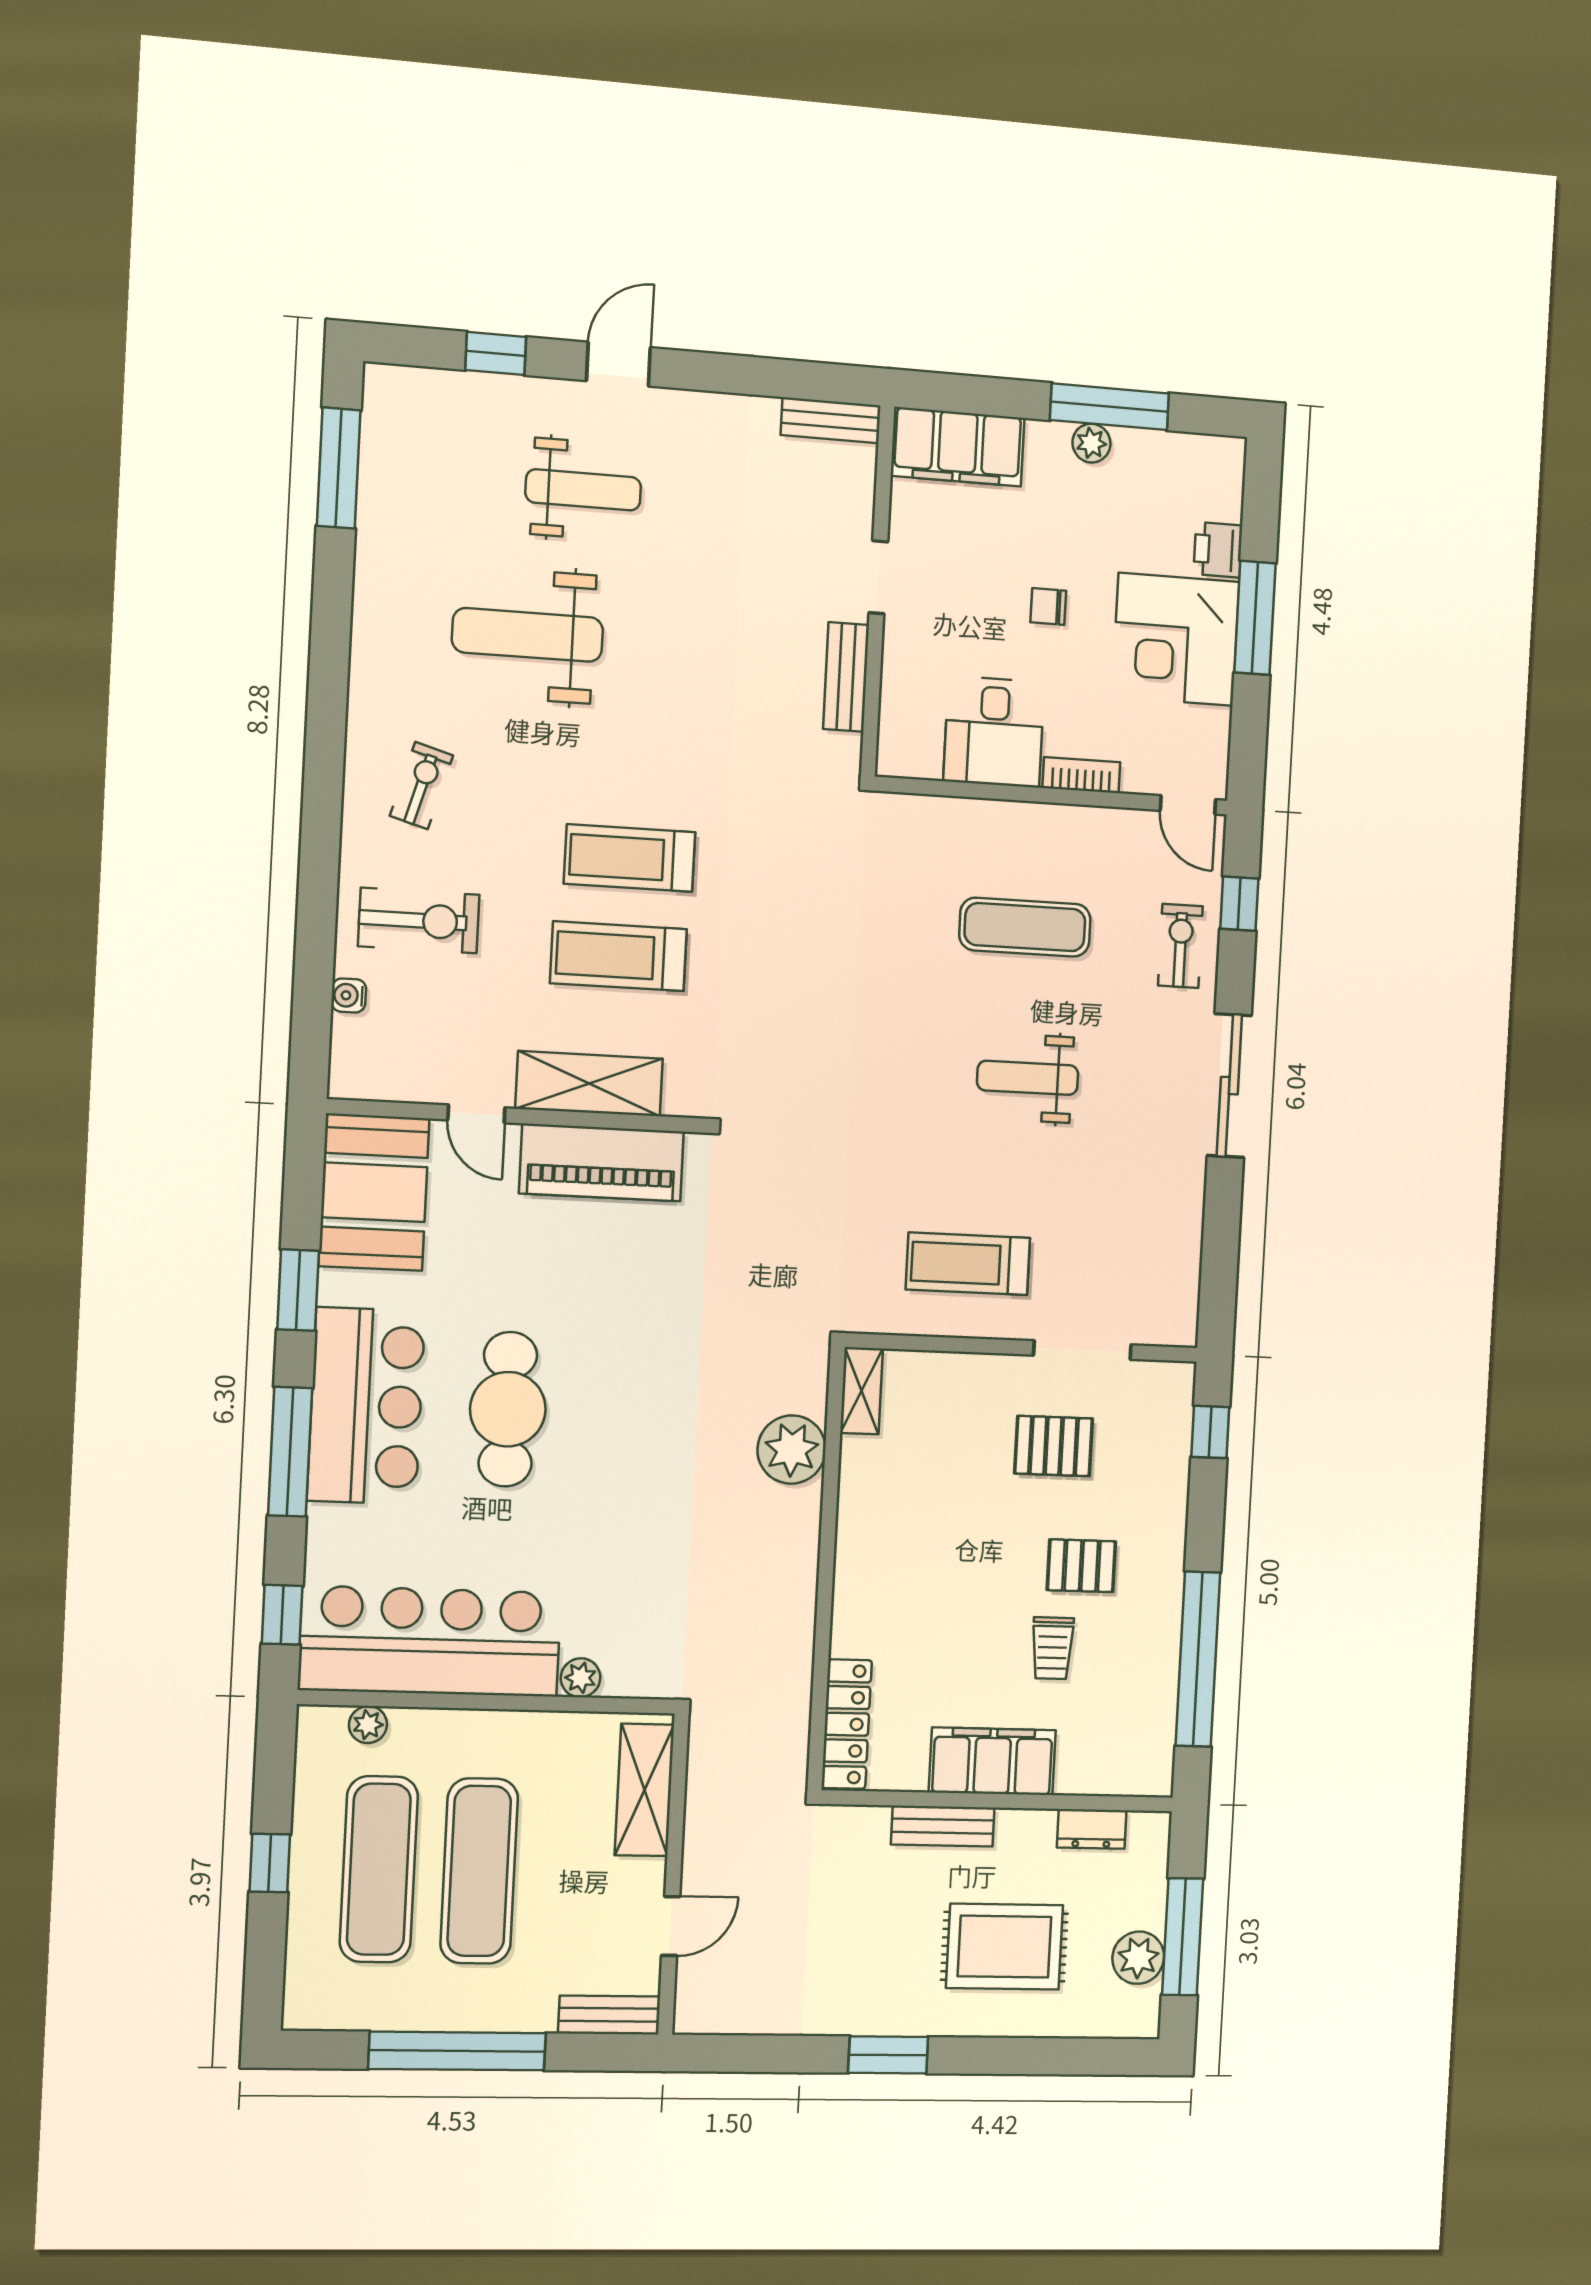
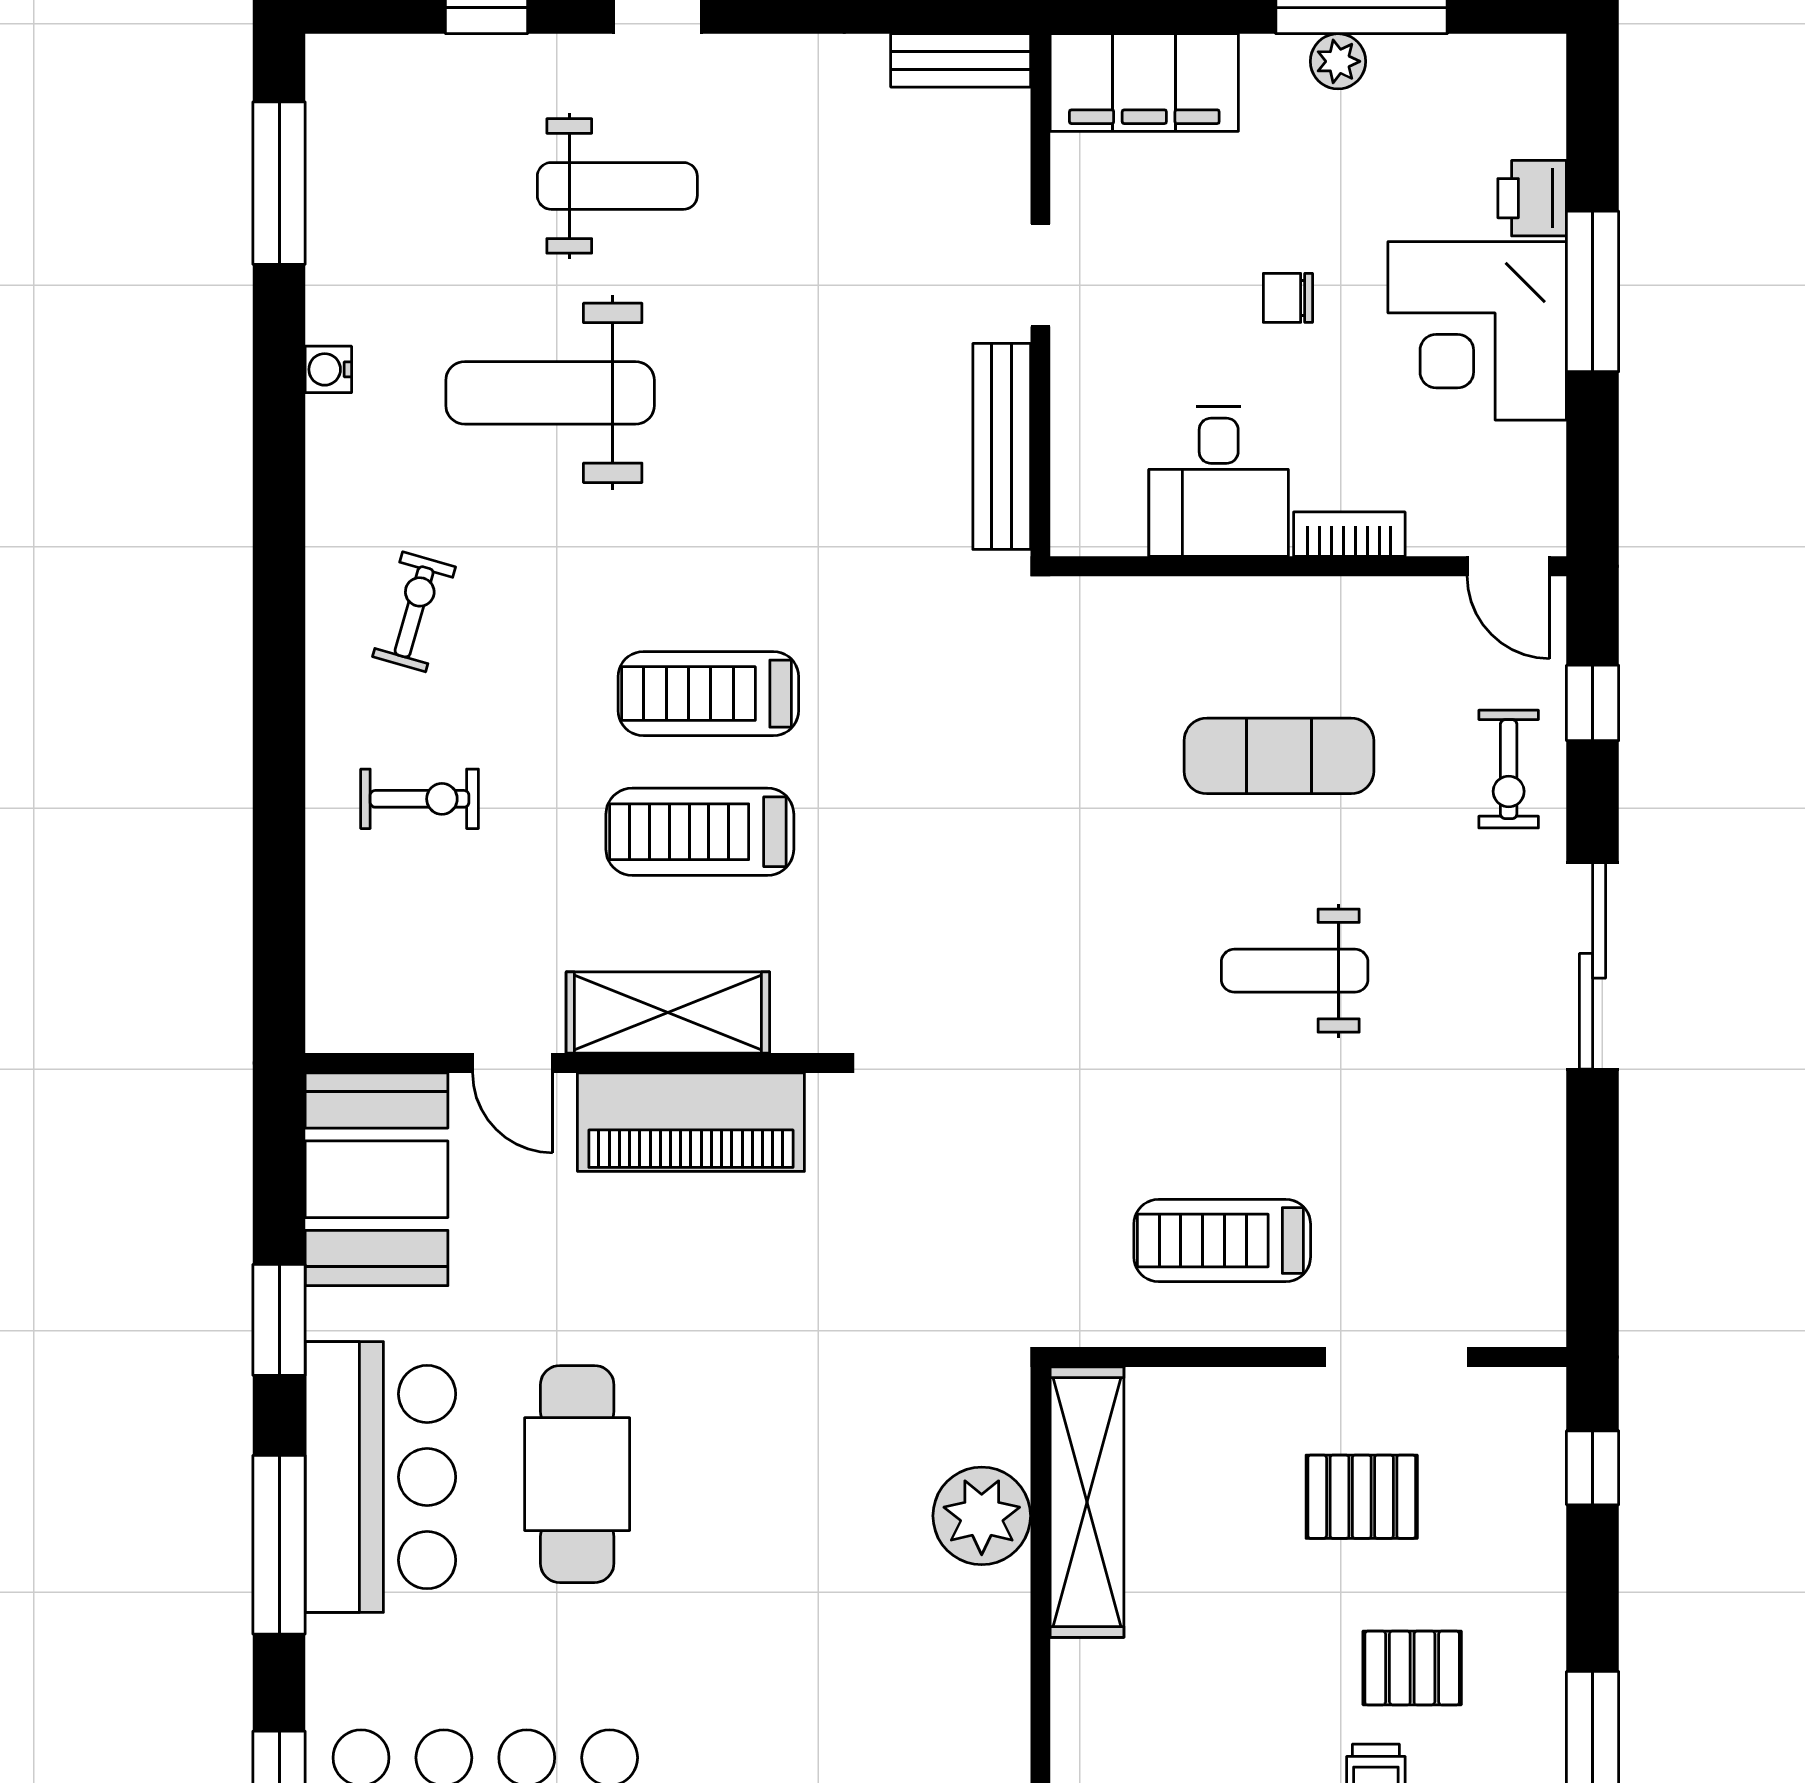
bench: (846, 677) -> (1002, 446), width x1.36
exercise bike: (419, 920) -> (420, 799), width x0.73, depth x0.72
exercise bike: (1180, 946) -> (1509, 769), turned 180
water cooler: (349, 995) -> (328, 369), moved
shelving: (861, 1391) -> (1087, 1502), width x2.20, depth x1.33

